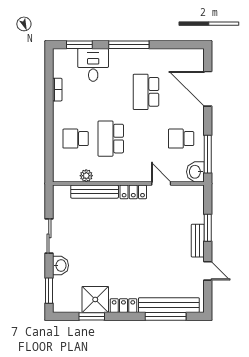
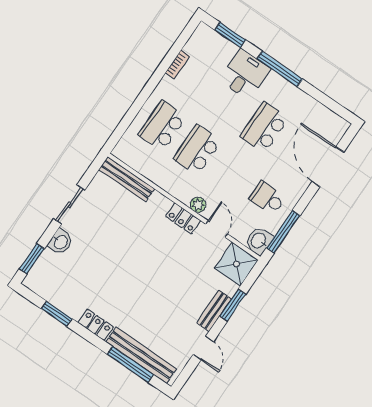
desk: (93, 65) -> (245, 74), moved
school desk: (76, 139) -> (162, 126), width x1.85
plant: (86, 176) -> (198, 205), moved
bench: (95, 192) -> (127, 179), moved
shower: (95, 299) -> (236, 264), moved

